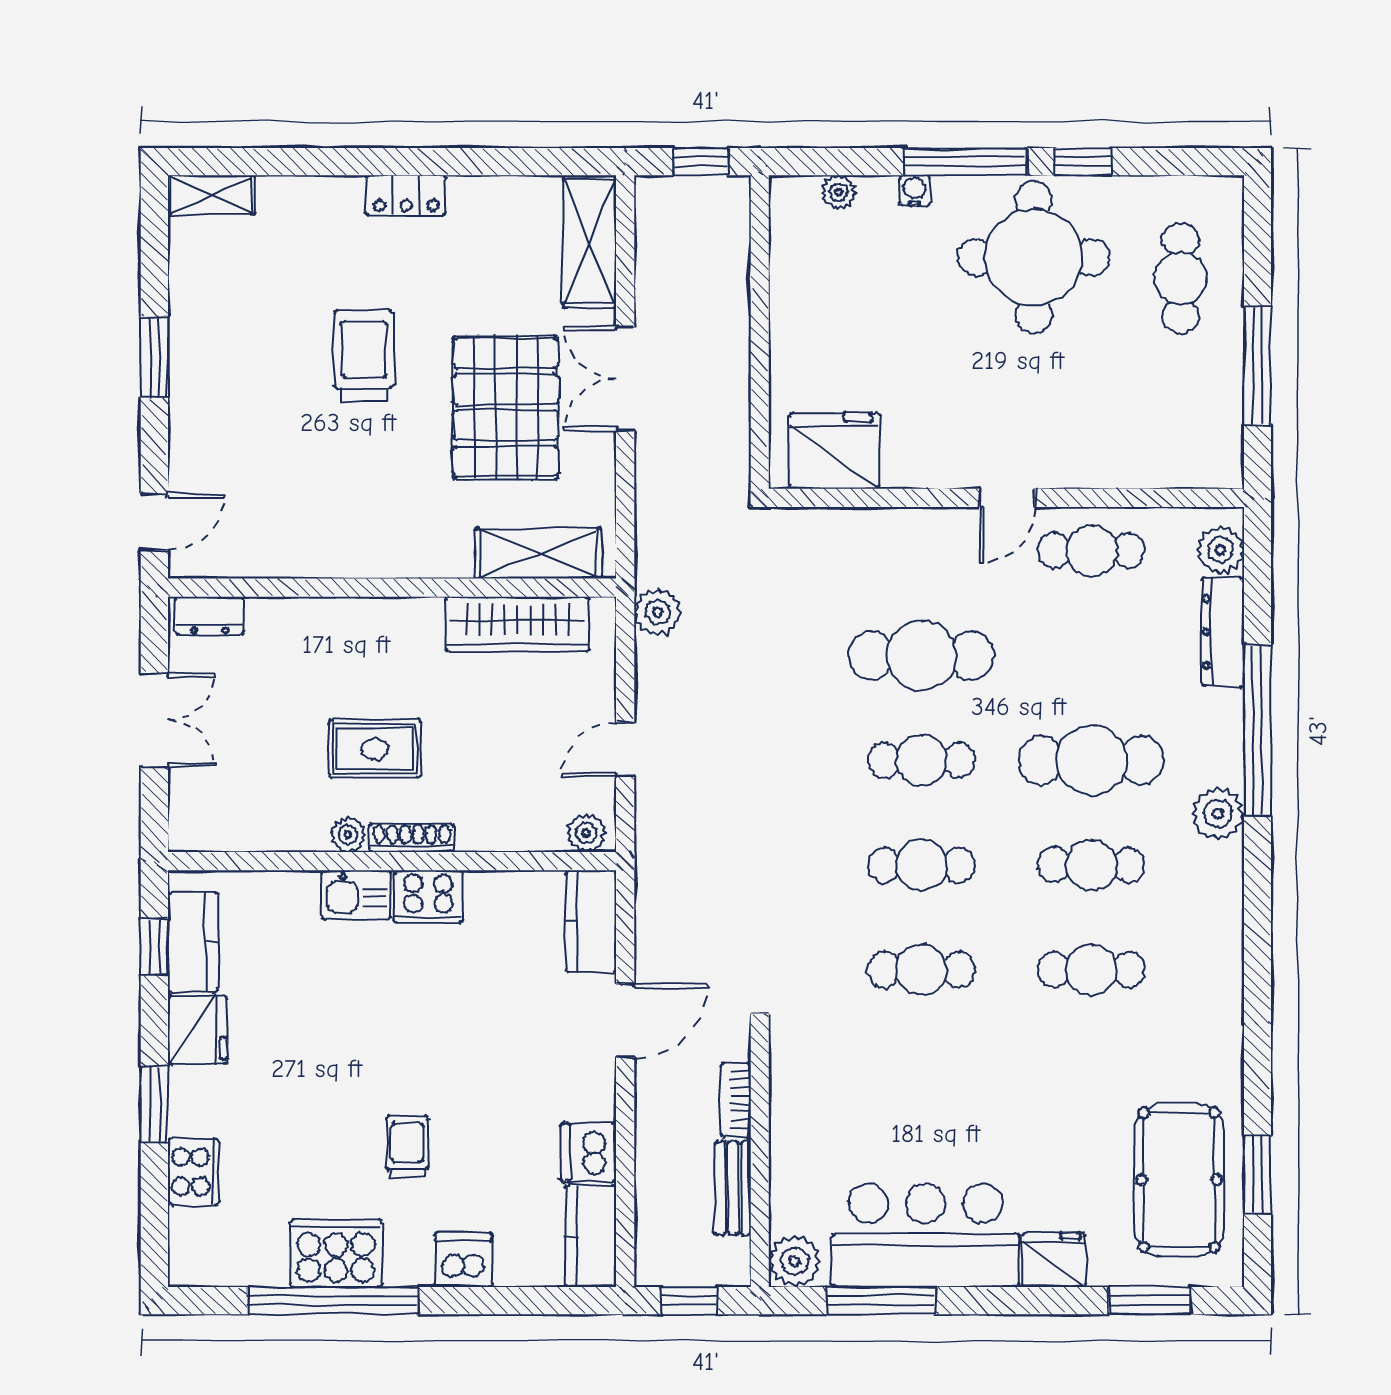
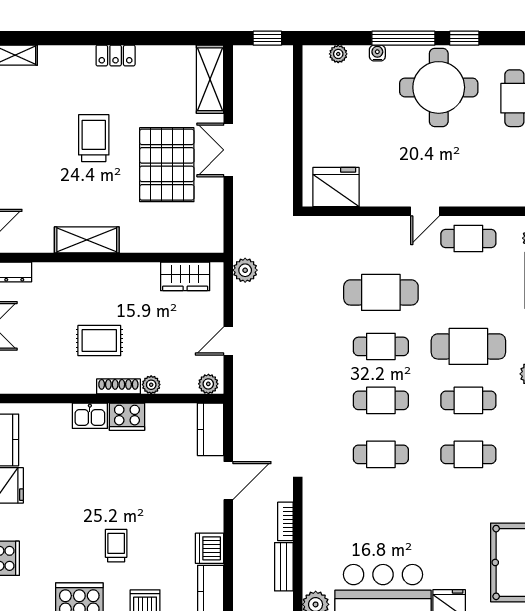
shelving: (538, 553) -> (87, 240), moved
wardrobe: (517, 624) -> (185, 276), width x0.67
plant: (348, 835) -> (151, 385), moved

